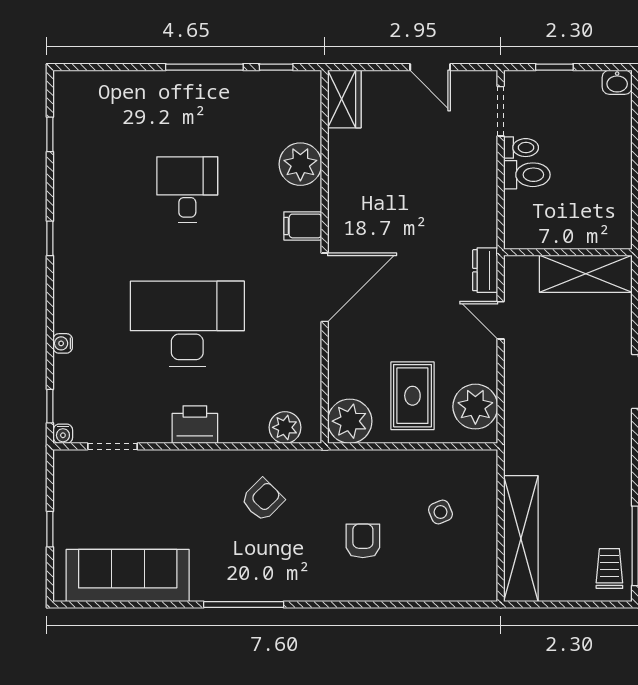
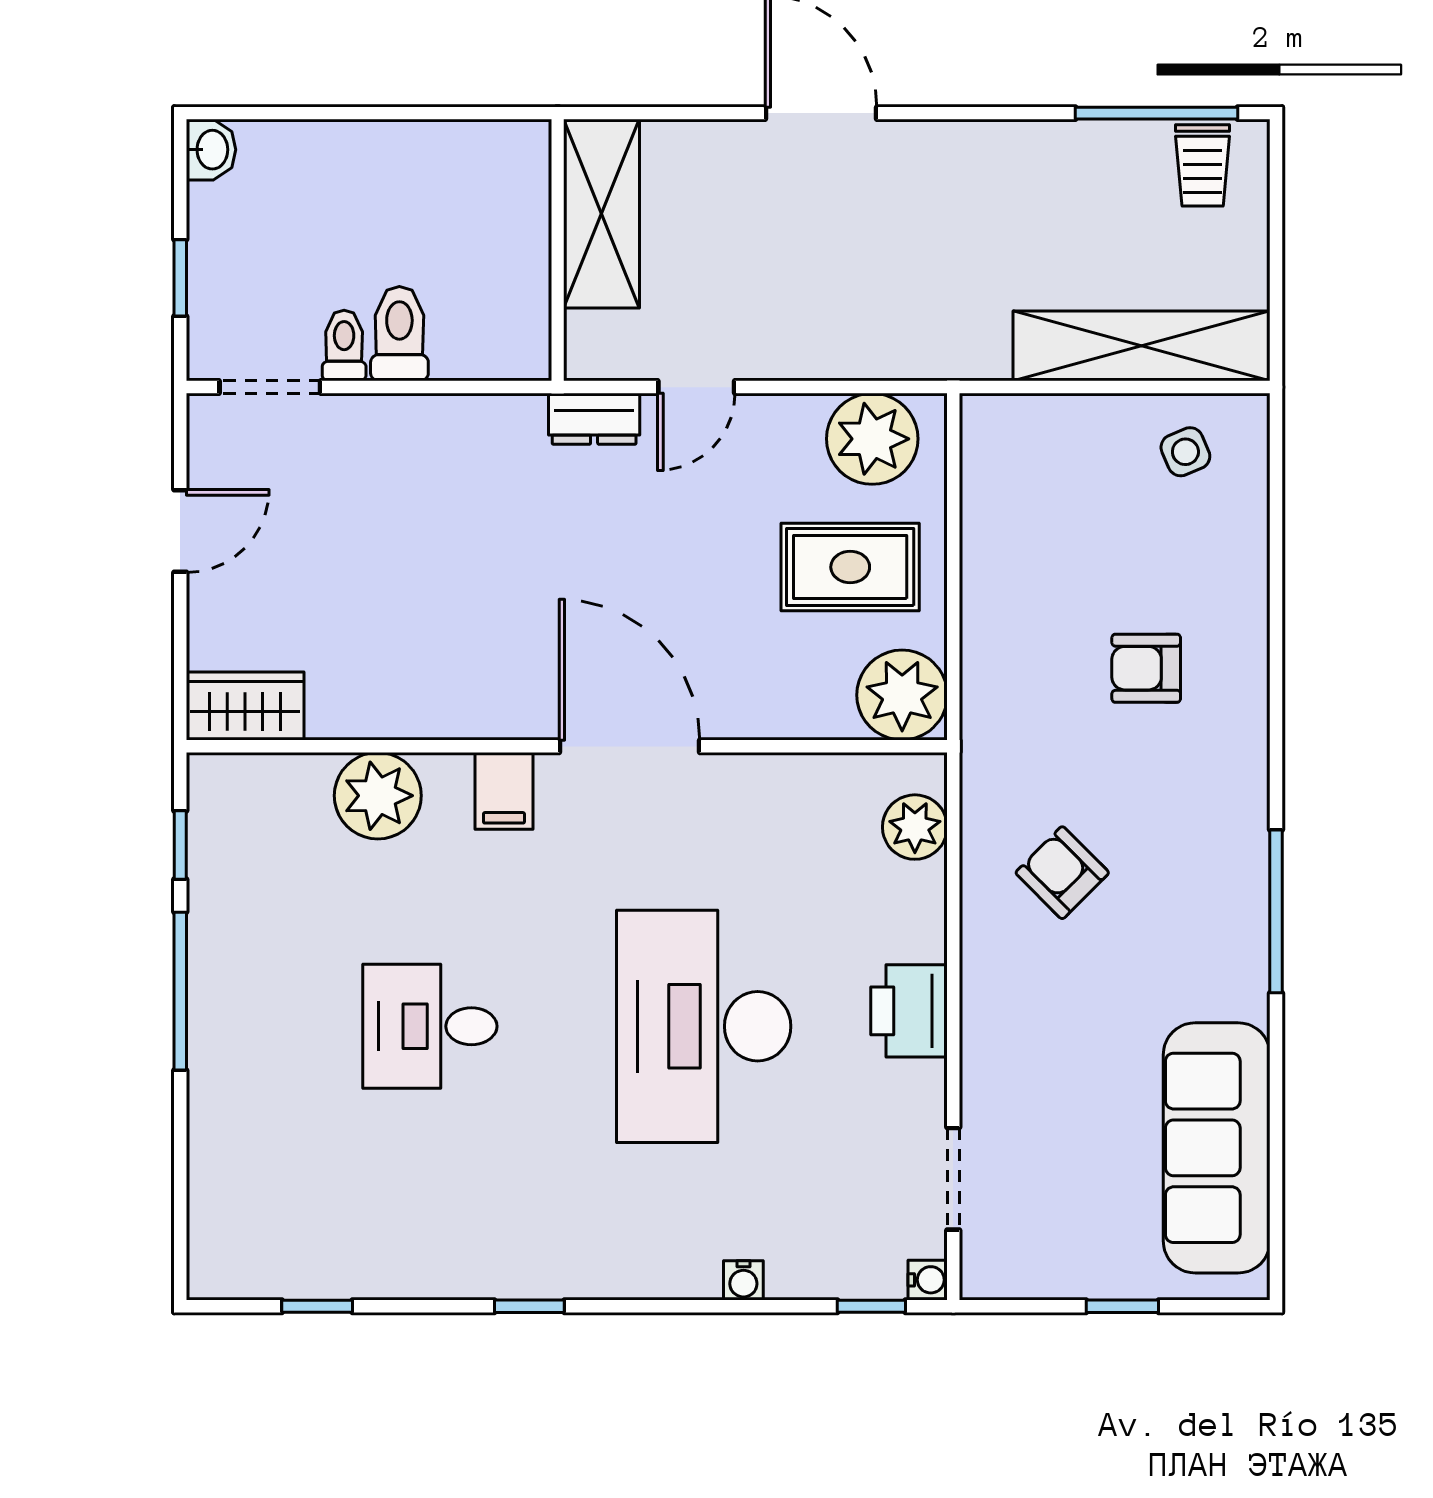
side table: (440, 512) -> (1185, 452), moved
trolley: (609, 569) -> (1203, 165), turned -90

